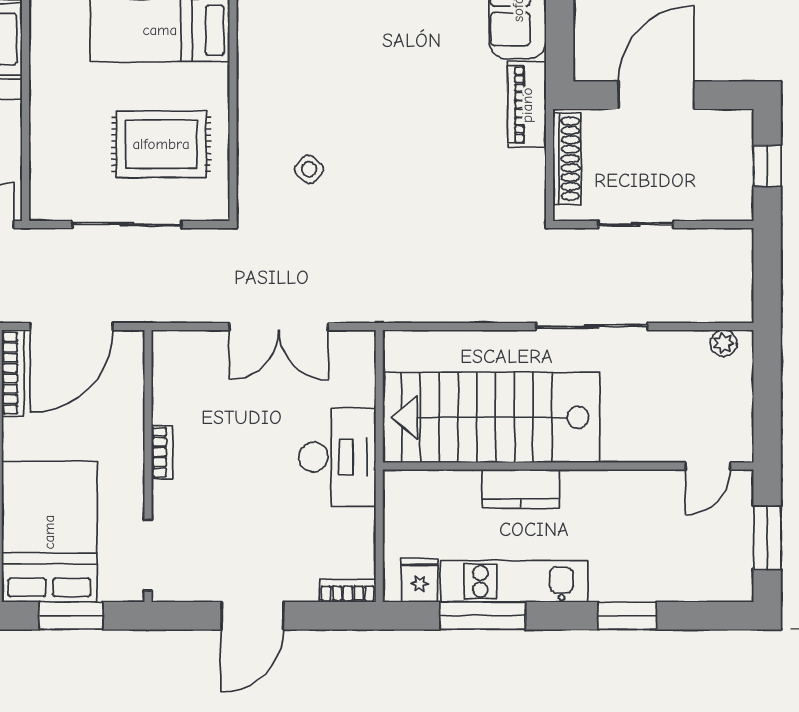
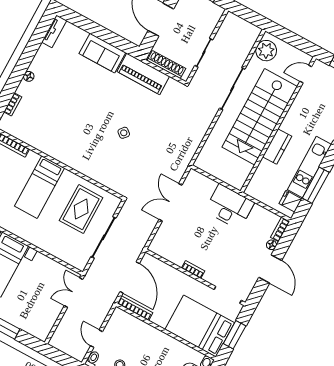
piano: (527, 105) -> (143, 74), width x1.37, depth x1.33
side table: (309, 169) -> (124, 133), moved
double door: (279, 327) -> (171, 202), swing flipped
plant: (723, 343) -> (266, 51), width x1.87, depth x1.87
stairs: (491, 417) -> (260, 117), moved
door: (708, 466) -> (306, 74), swing flipped
floor lamp: (305, 590) -> (271, 245), added

